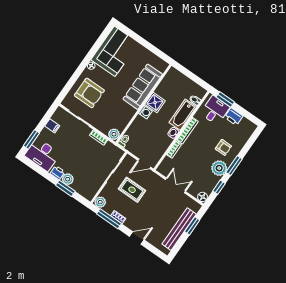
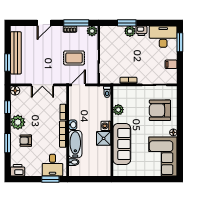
printer: (234, 117) -> (18, 170), moved
plant: (114, 134) -> (118, 110), moved
window: (234, 166) -> (8, 143), moved

